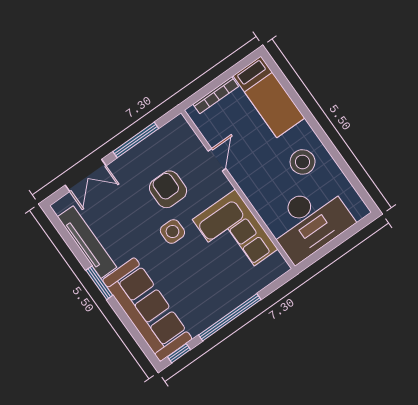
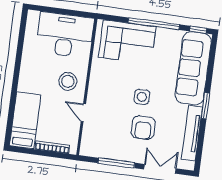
door: (217, 160) -> (83, 113), hinge flipped
stool: (303, 162) -> (68, 81), moved
armchair: (168, 189) -> (143, 128), moved
corner sofa: (235, 234) -> (127, 42), moved, turned 90

